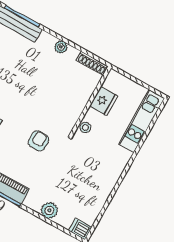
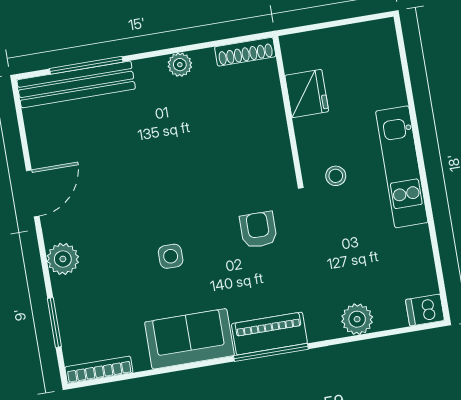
kitchen unit: (142, 121) -> (402, 167), moved
stool: (85, 128) -> (336, 176), moved

